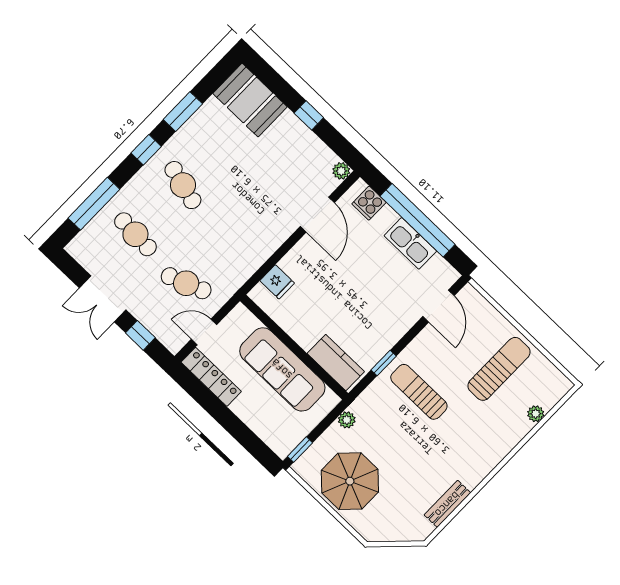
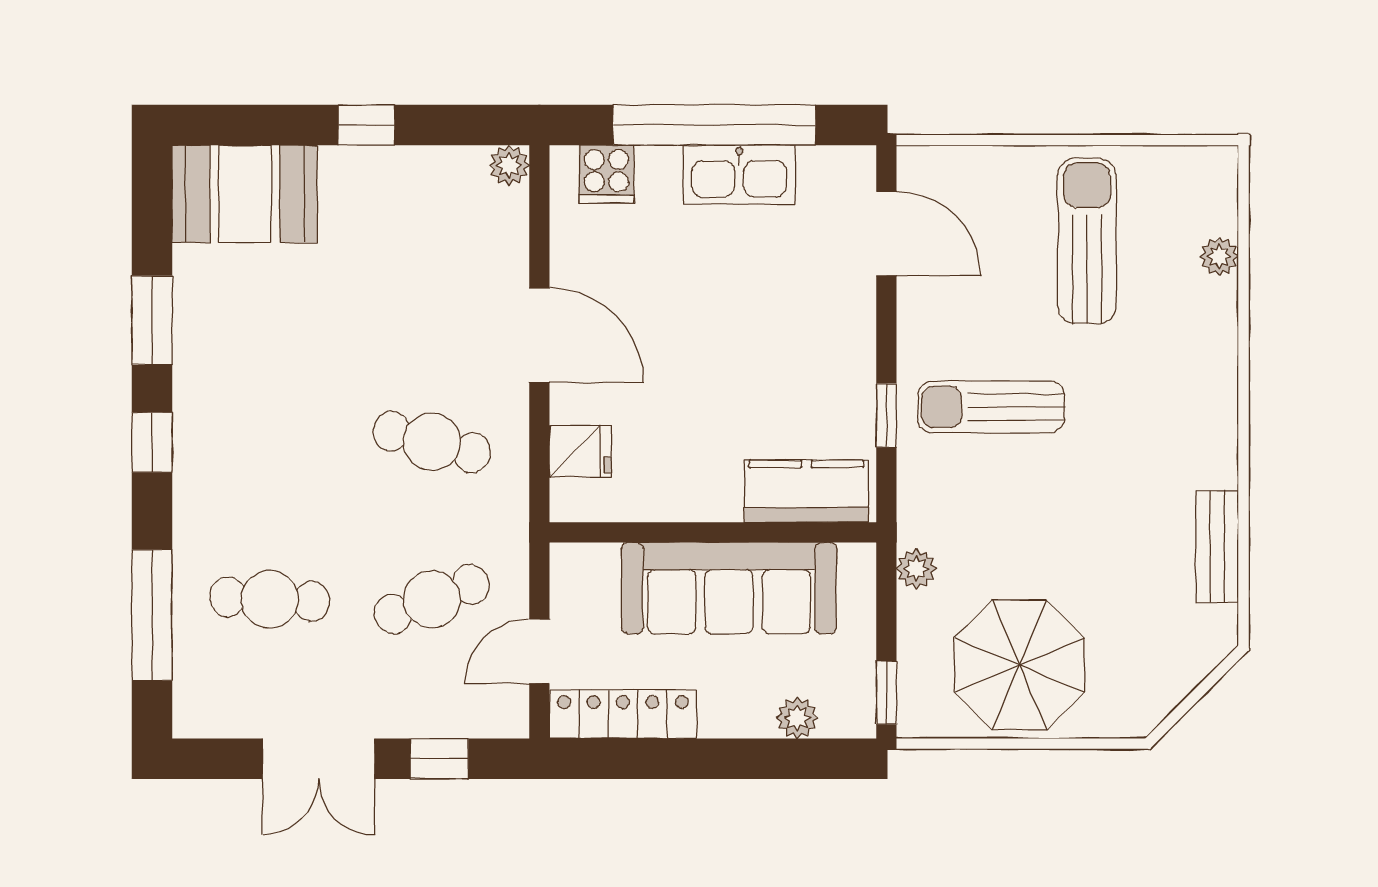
cafe table: (183, 185) -> (432, 442), moved
door: (317, 215) -> (539, 335), moved
plant: (265, 431) -> (797, 718), added

